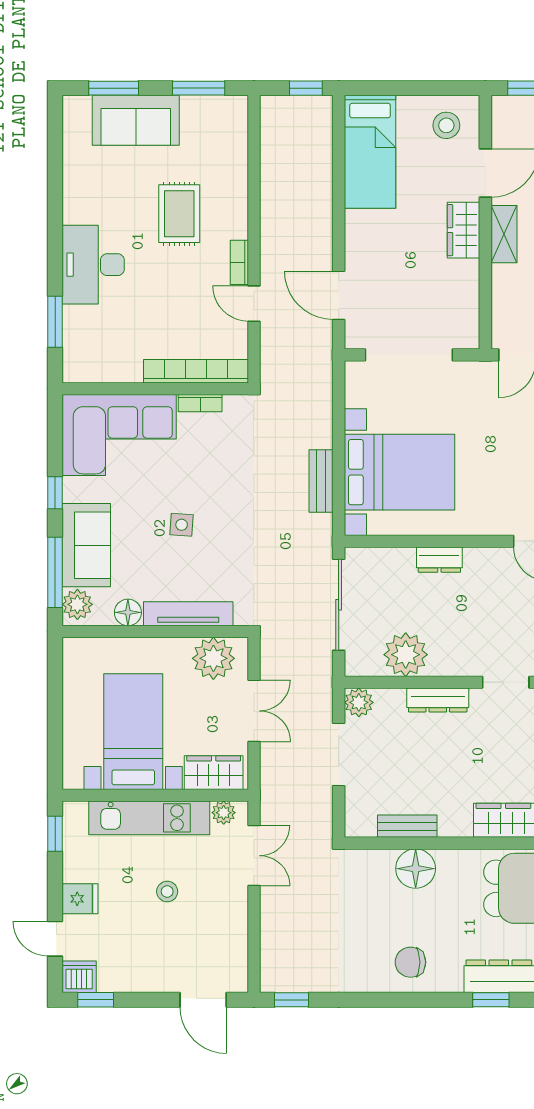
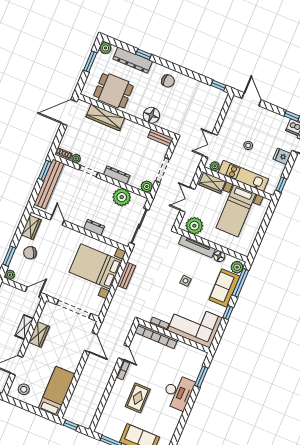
wardrobe: (464, 230) -> (39, 334), moved
shelving: (504, 234) -> (24, 327), moved
bench: (407, 826) -> (160, 138), moved

